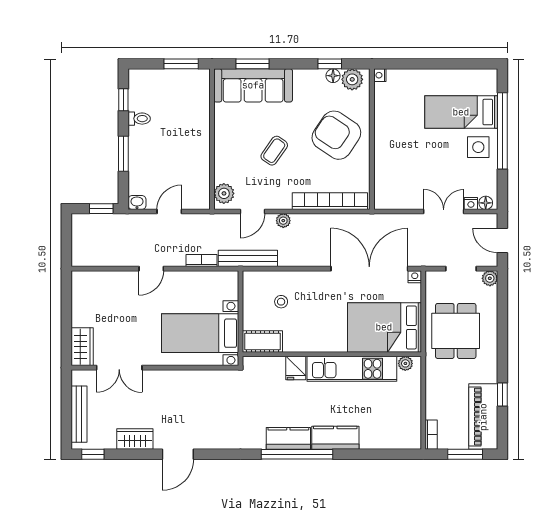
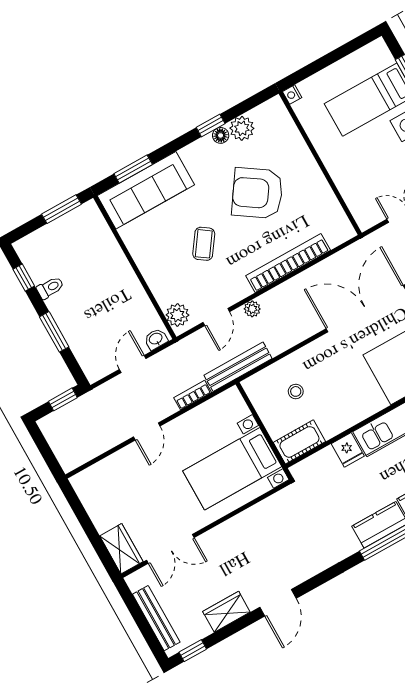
nightstand: (380, 75) -> (292, 95), moved
wall: (372, 139) -> (320, 163), moved
washbasin: (137, 202) -> (156, 339), moved

